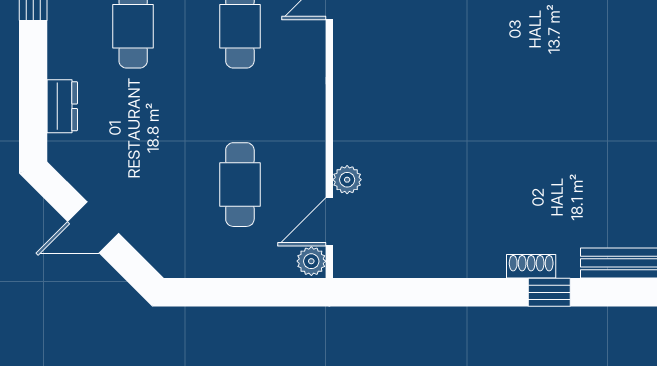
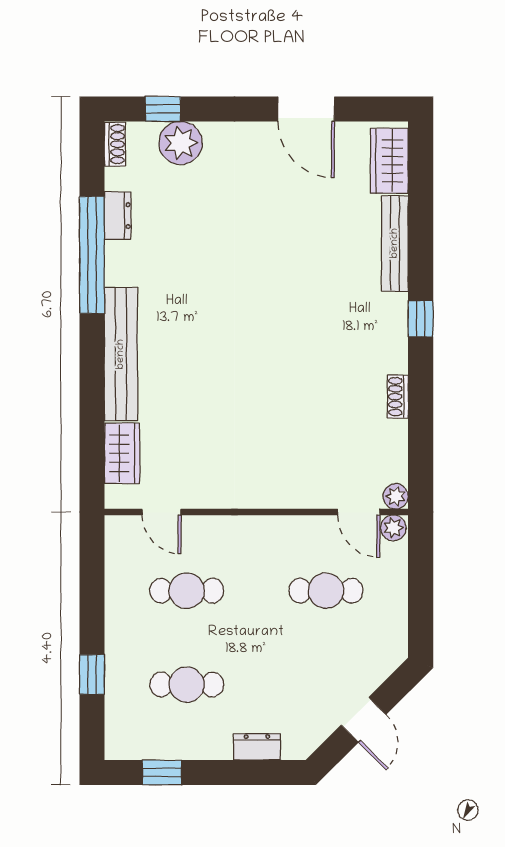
plant: (347, 180) -> (396, 496), moved
shoe rack: (531, 266) -> (398, 397), moved

